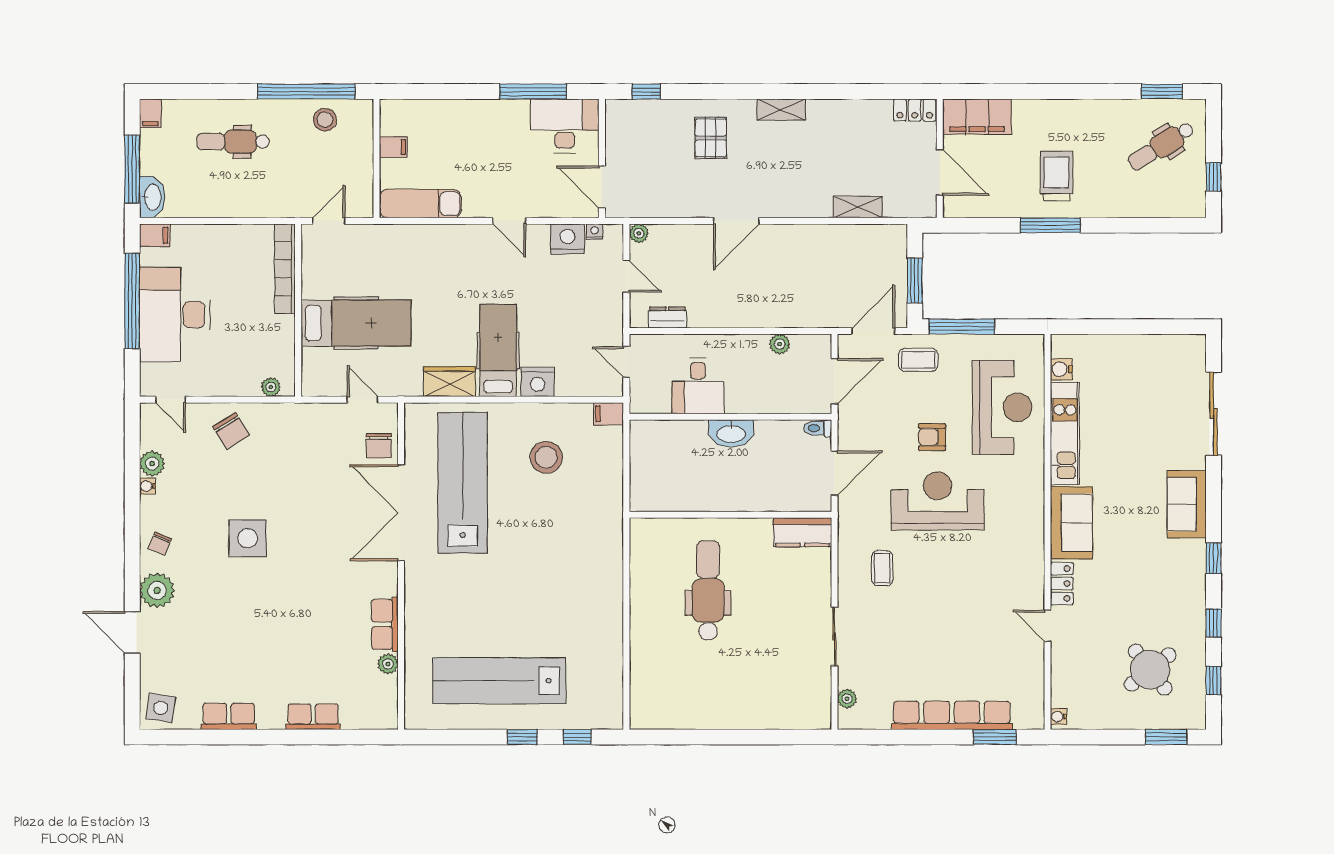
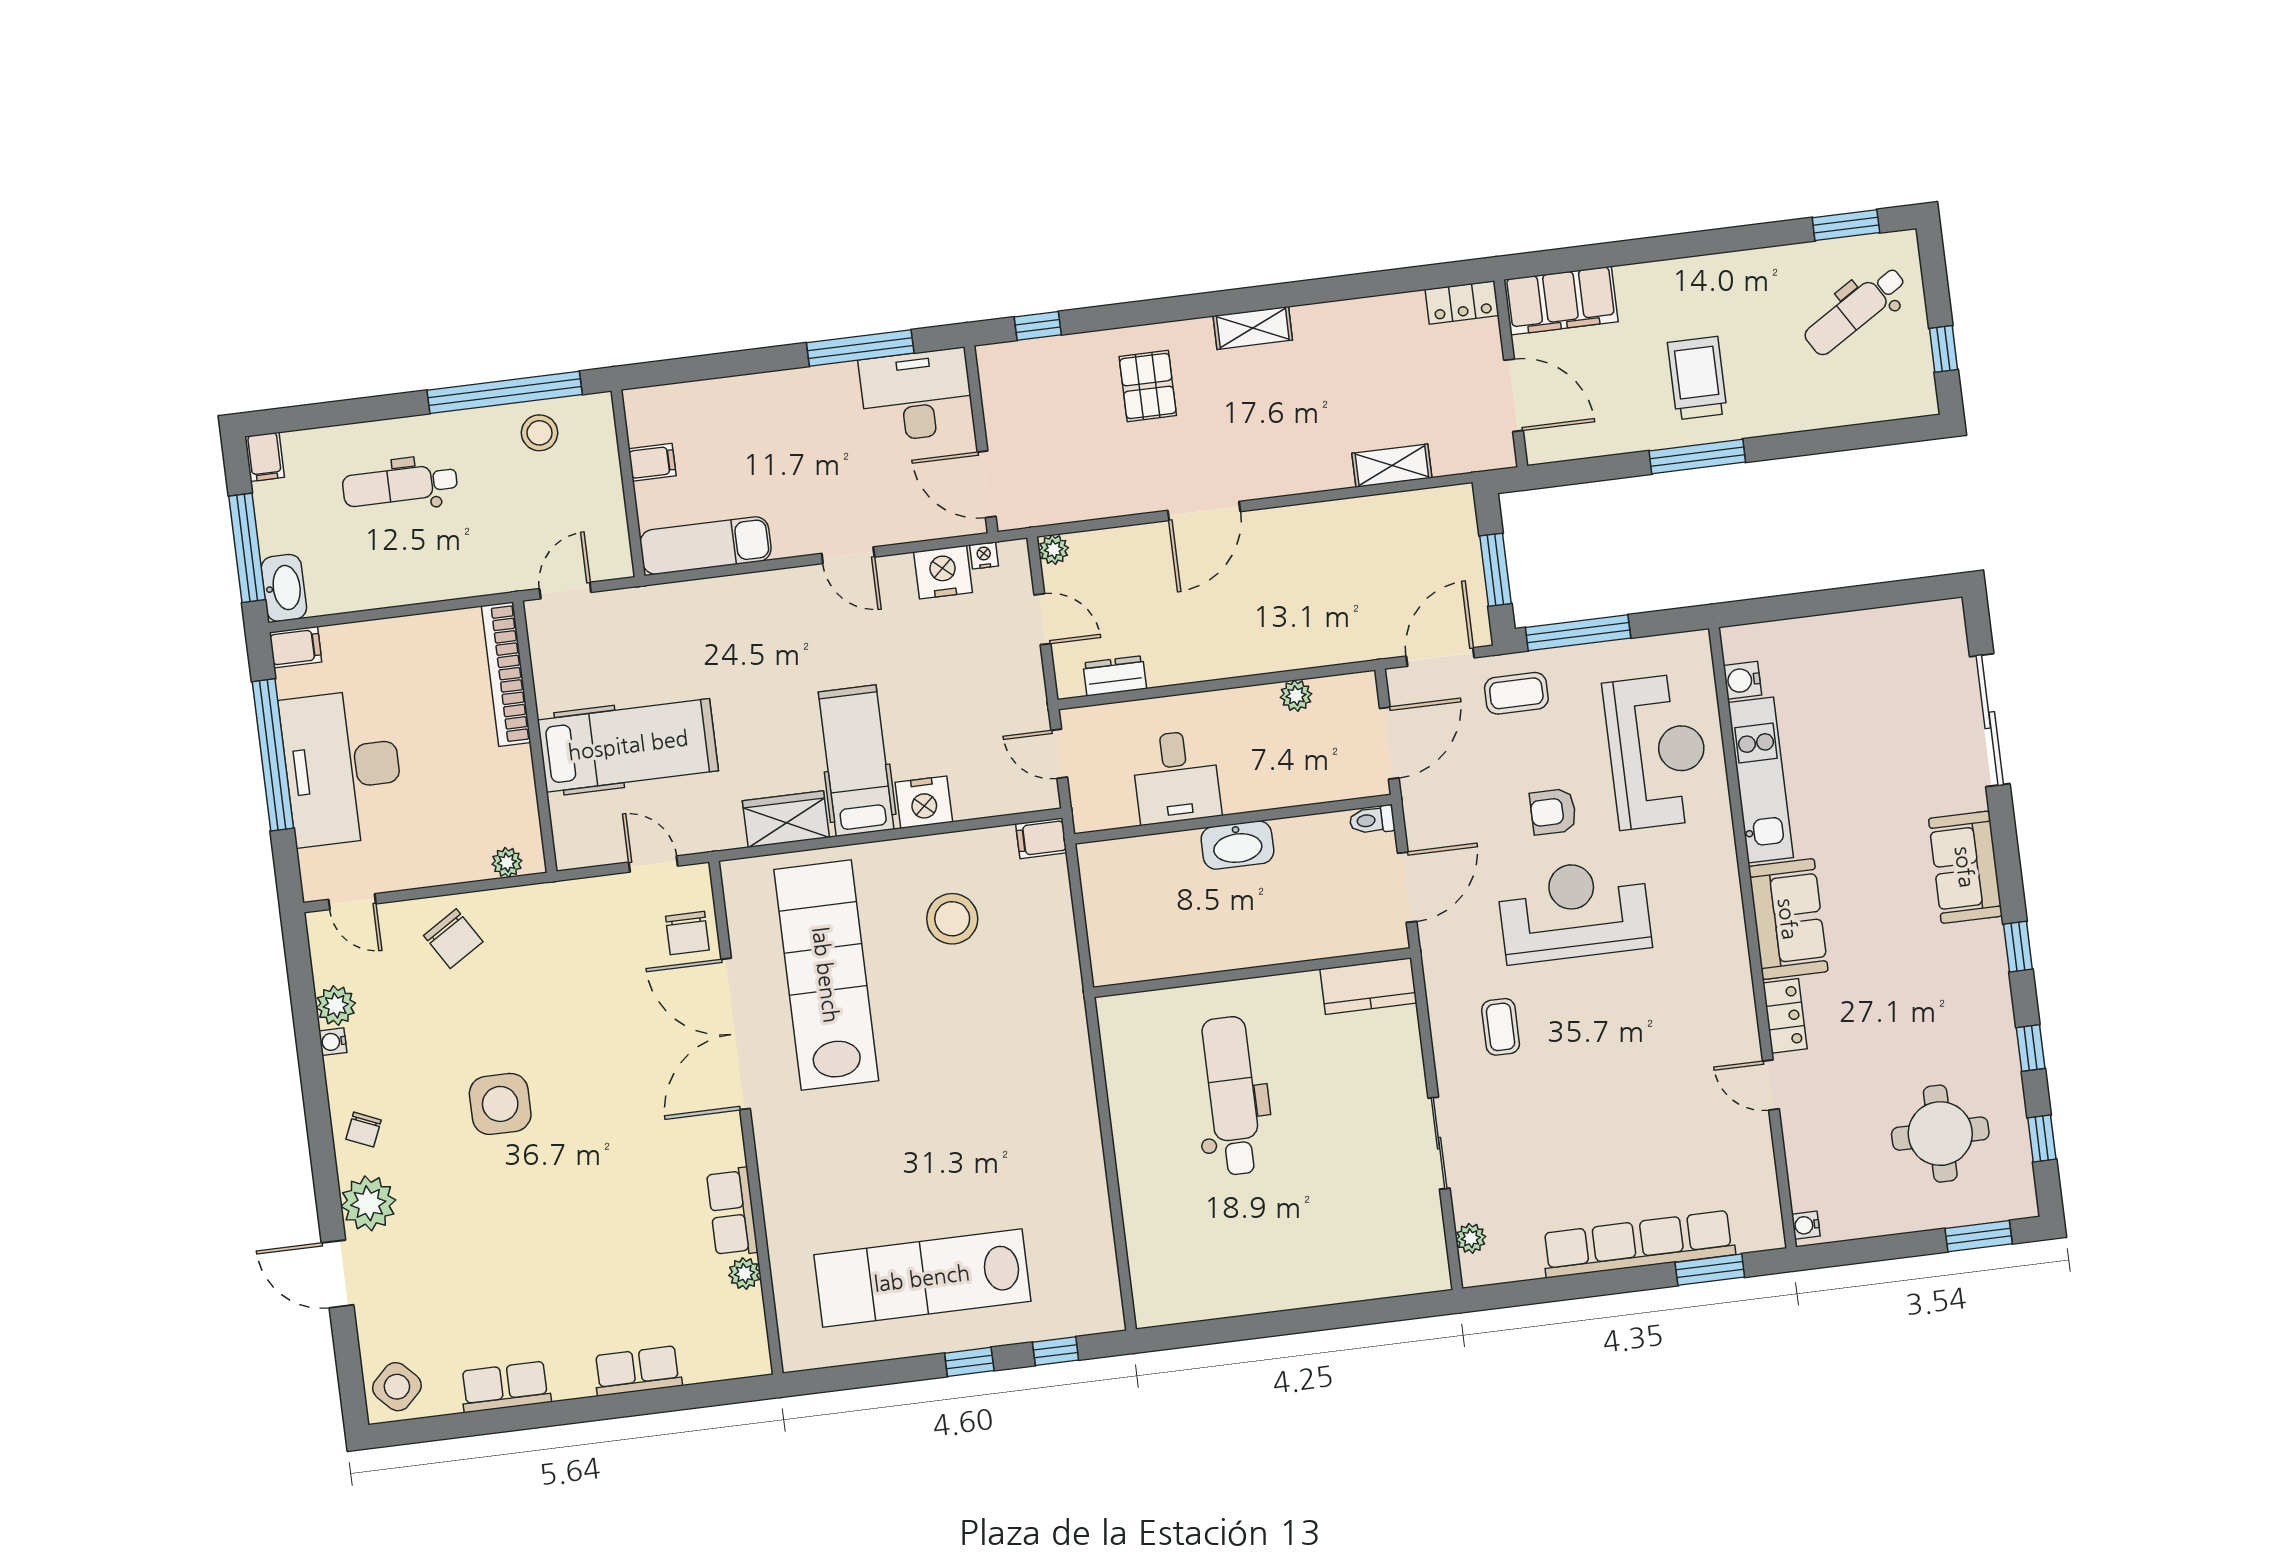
round table: (1150, 670) -> (1940, 1134), turned 38
side table: (161, 708) -> (397, 1387), turned 37

